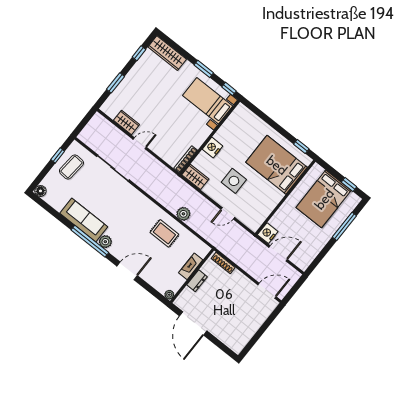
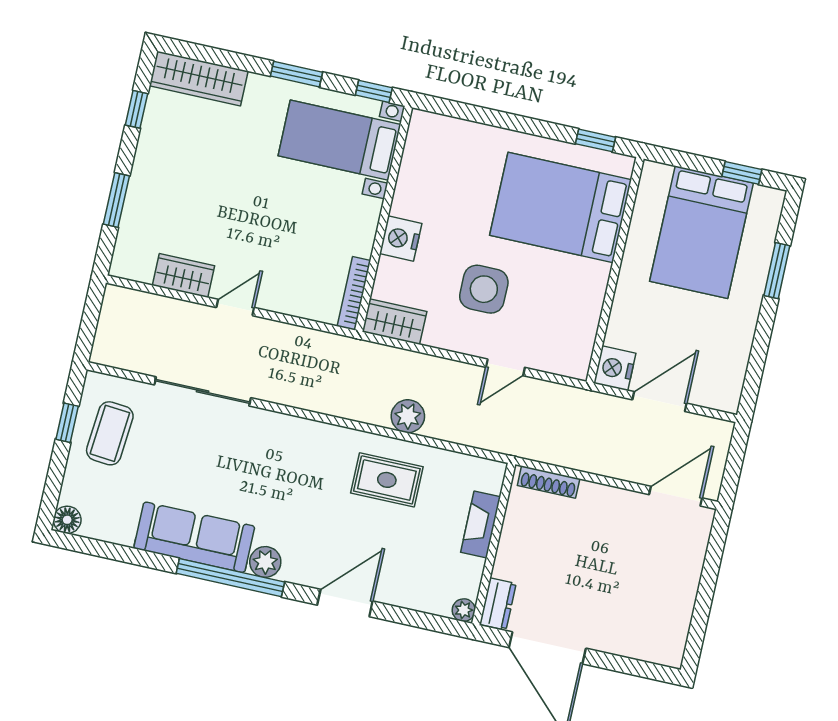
window: (344, 226) -> (777, 271), width x0.69
dresser: (197, 281) -> (498, 604), moved

